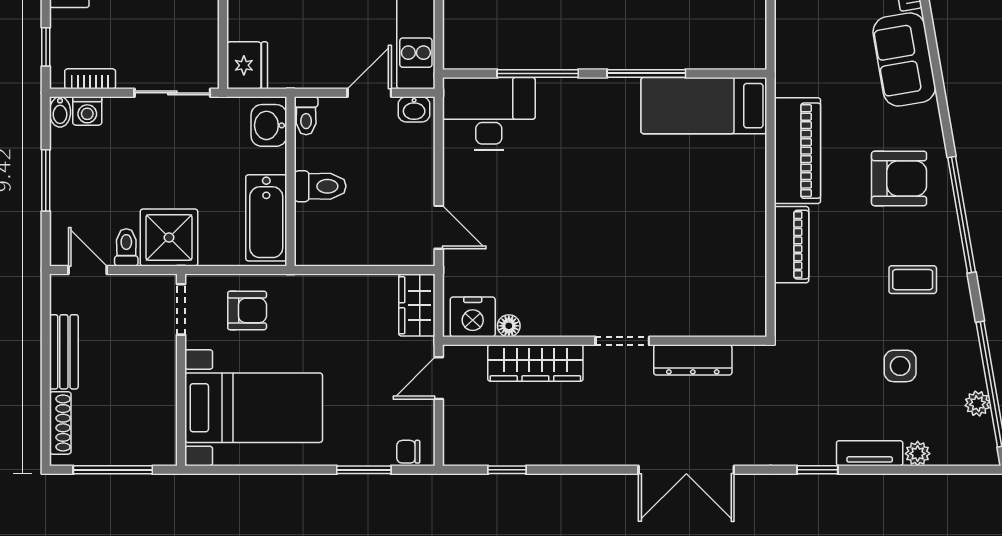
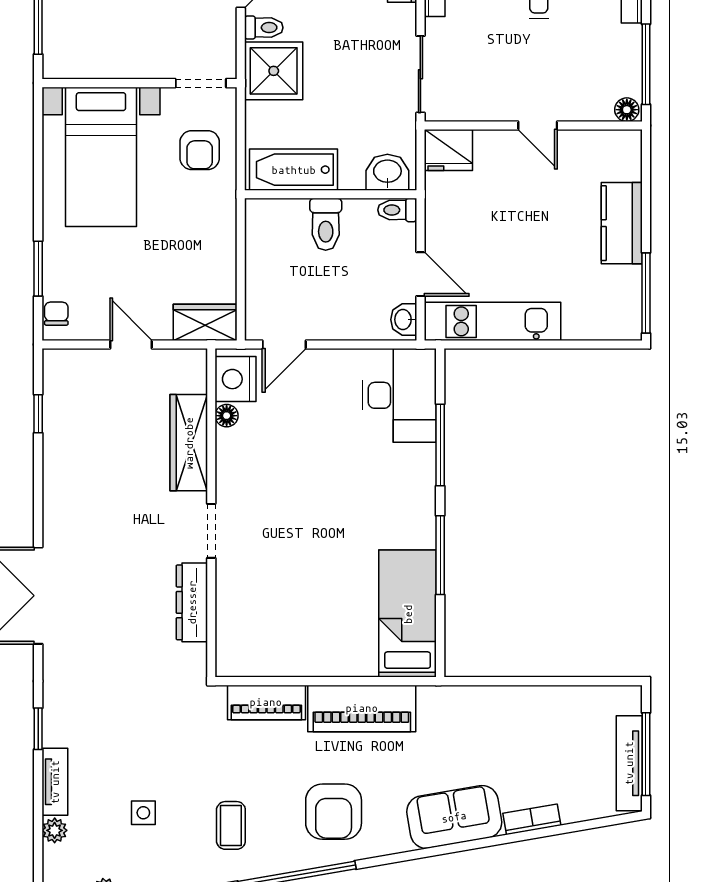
nightstand: (473, 317) -> (236, 379), moved
floor lamp: (509, 326) -> (227, 416), moved
wall: (605, 341) -> (211, 513), moved
doorway: (622, 341) -> (211, 531), moved
dresser: (693, 360) -> (192, 602), moved
wardrobe: (535, 363) -> (189, 443), moved
side table: (900, 366) -> (143, 813), width x0.73, depth x0.73

